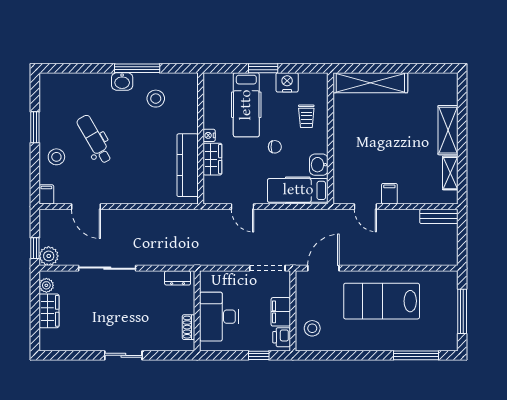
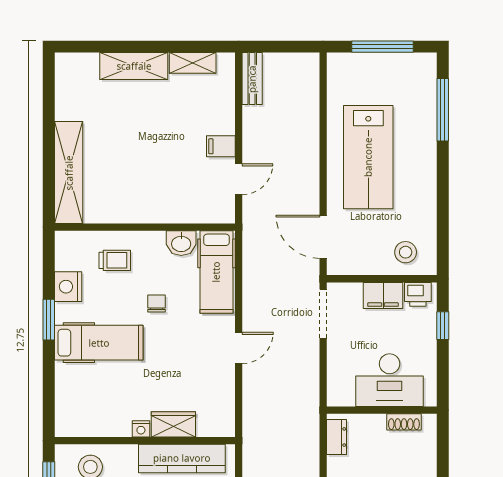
nightstand: (209, 135) -> (141, 429), moved
wall: (201, 138) -> (145, 441), moved
wardrobe: (212, 159) -> (173, 424), moved
kitchen counter: (188, 165) -> (182, 458), moved

